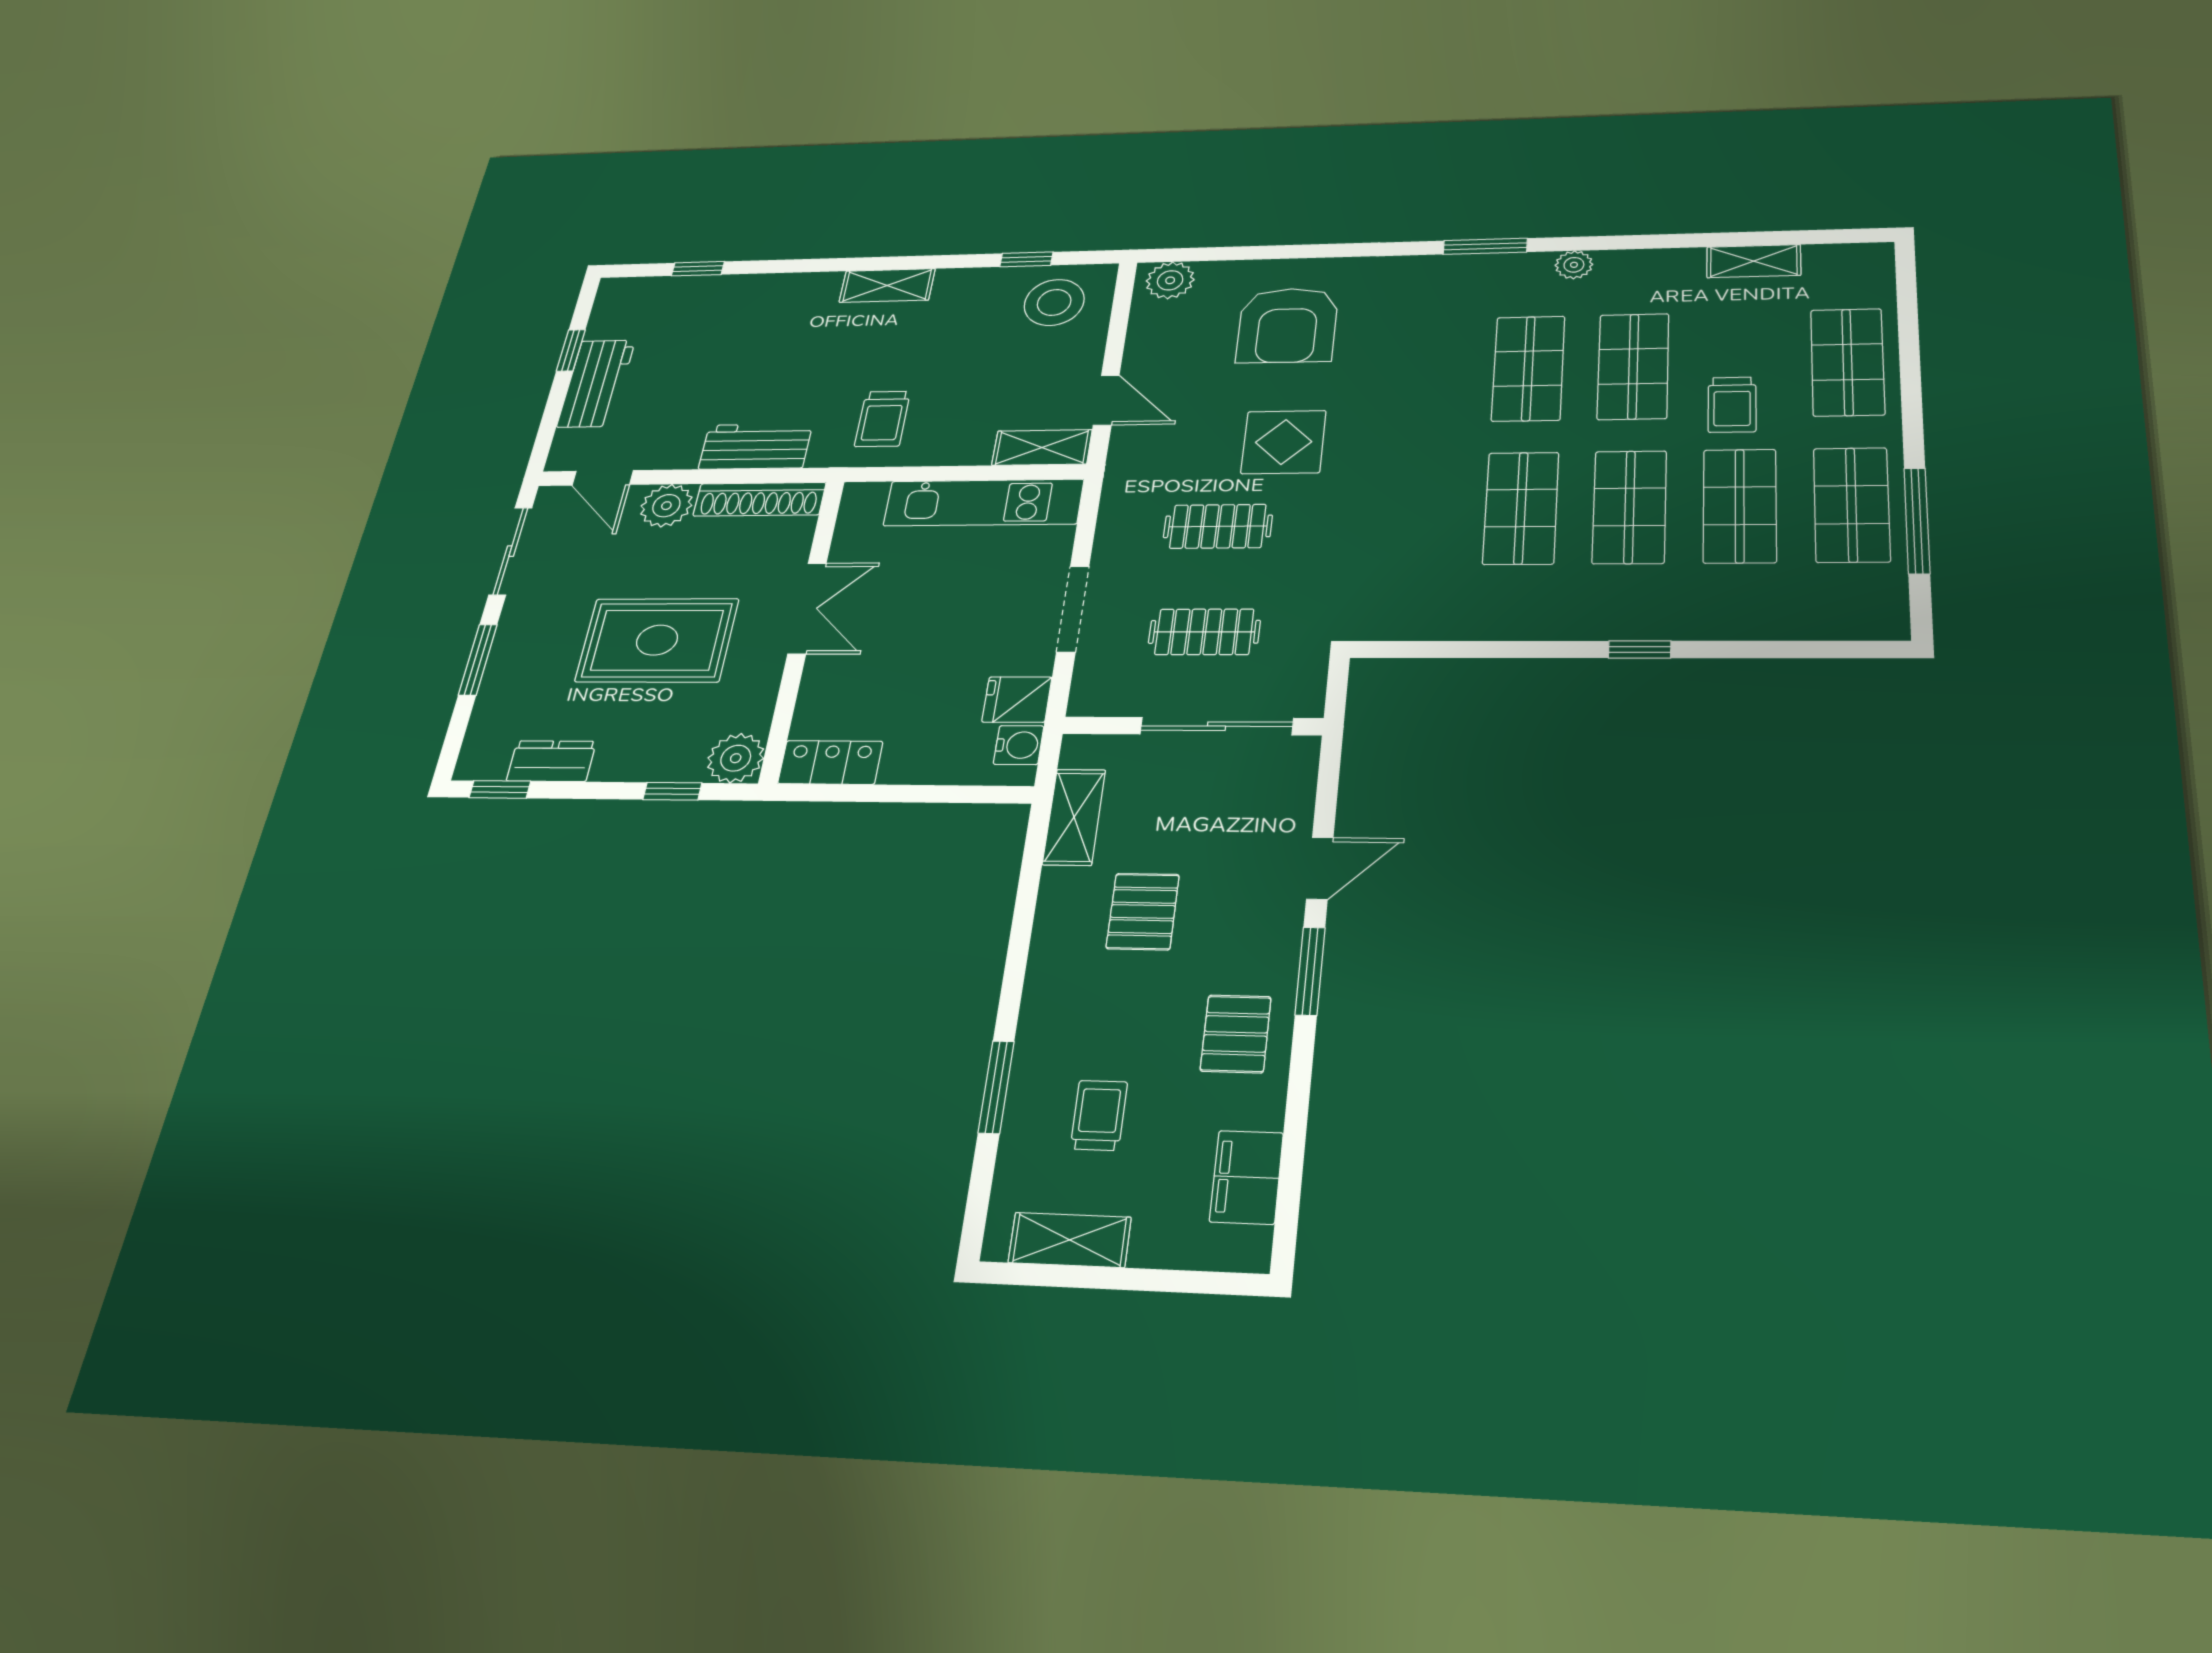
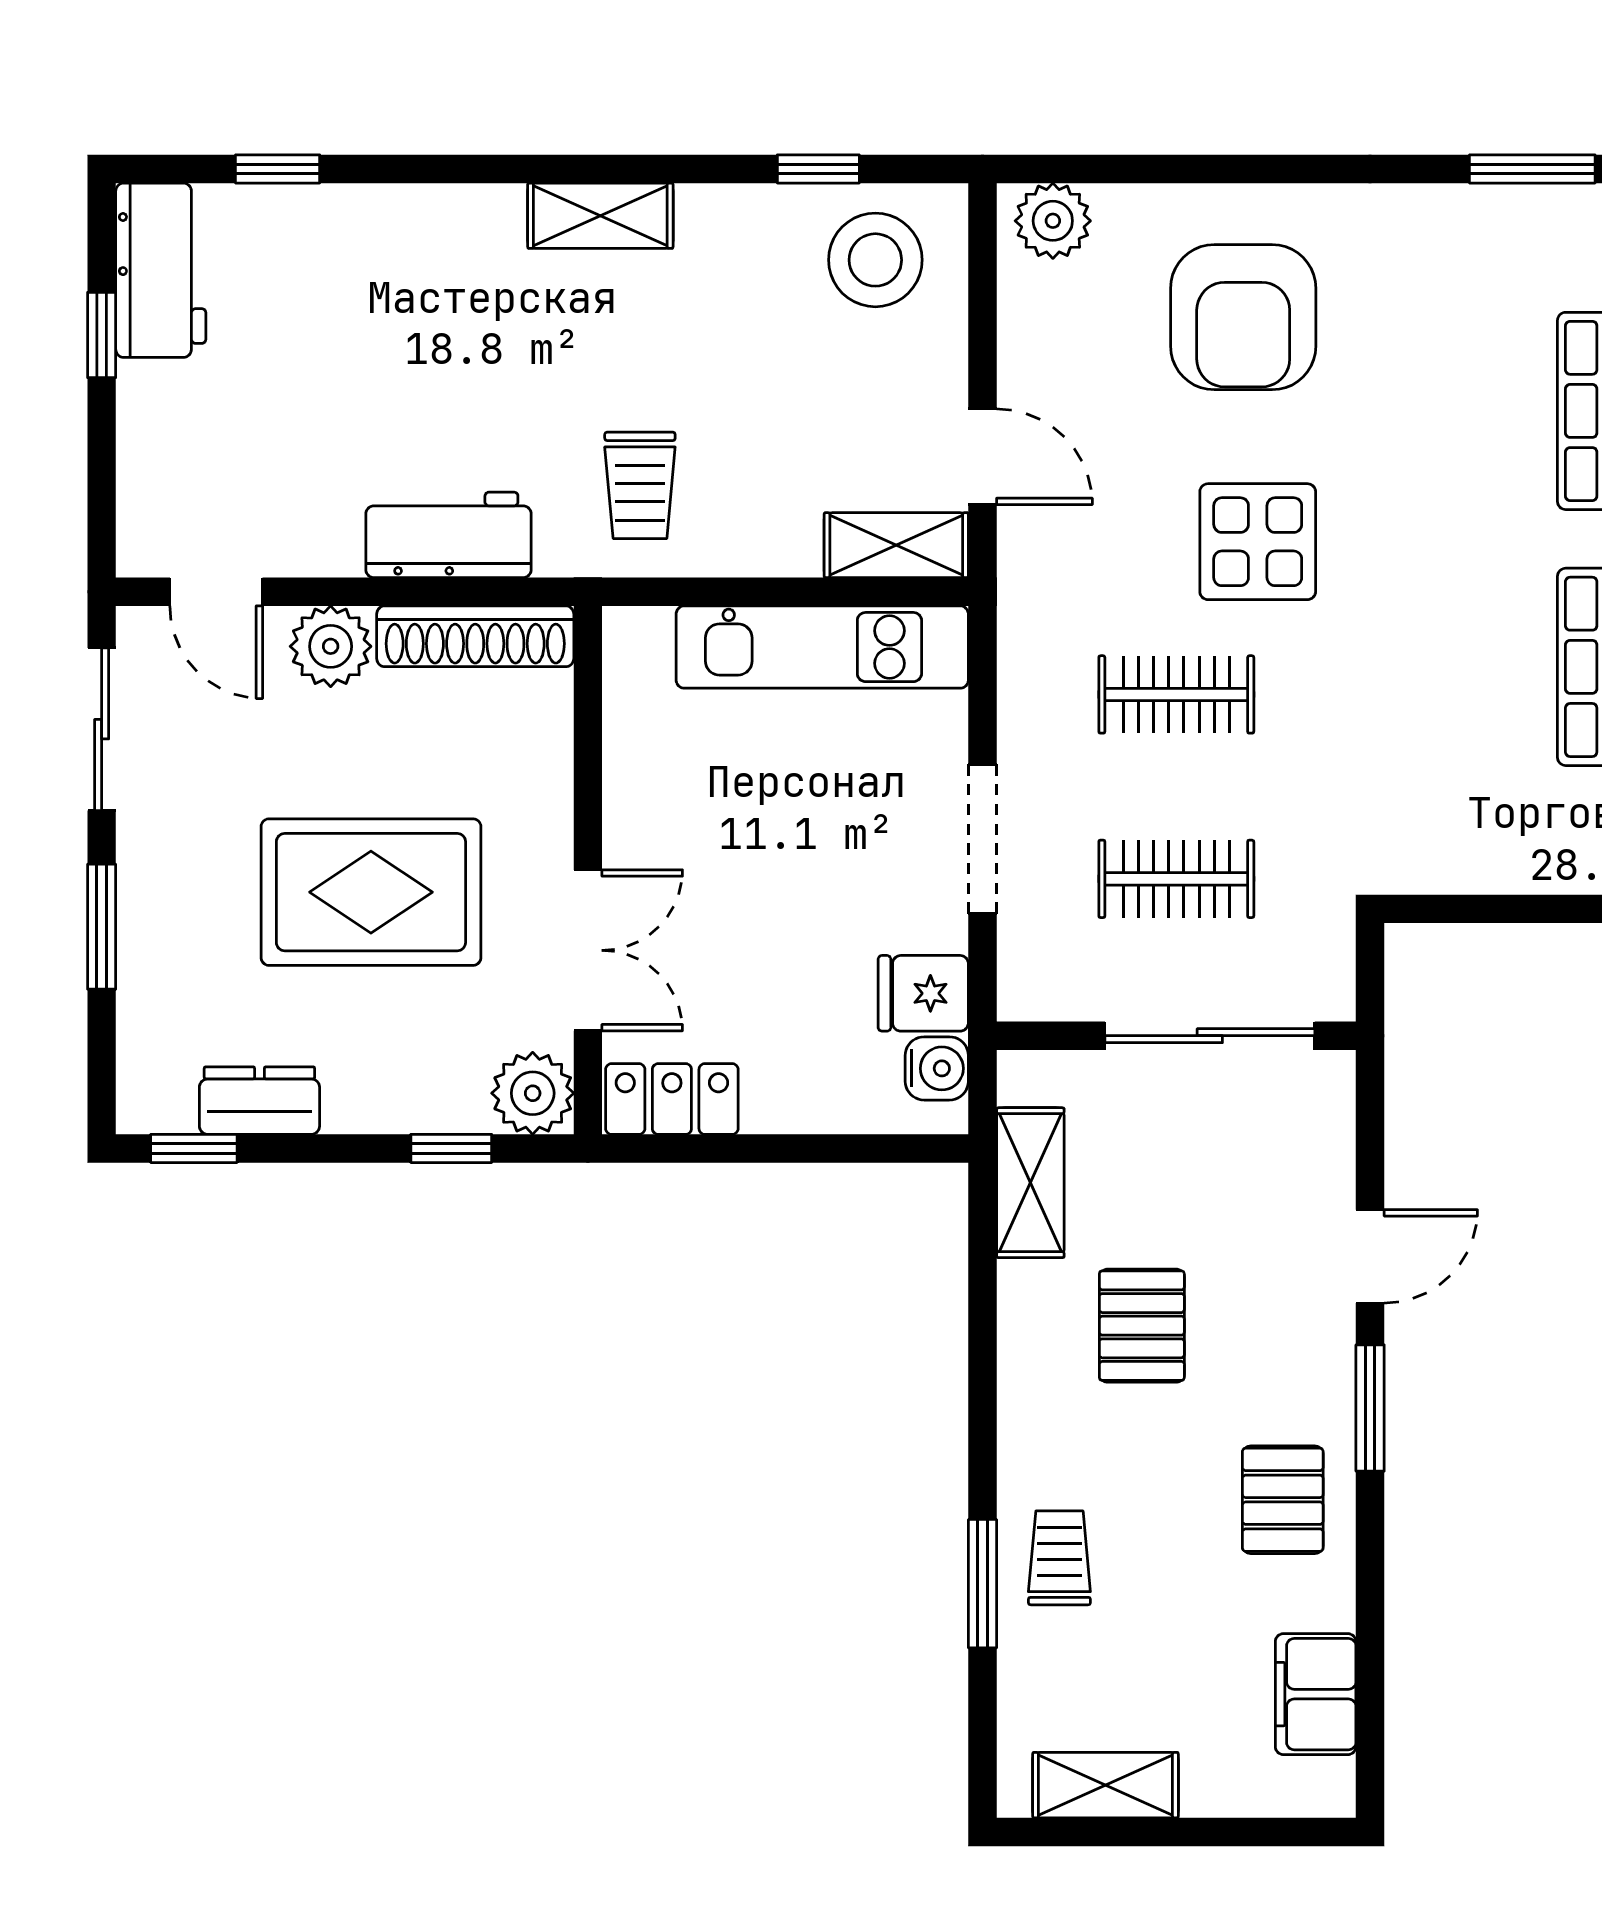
workbench: (596, 383) -> (161, 270), moved
double door: (807, 608) -> (588, 950), moved
trolley: (1099, 1115) -> (1059, 1558), moved

